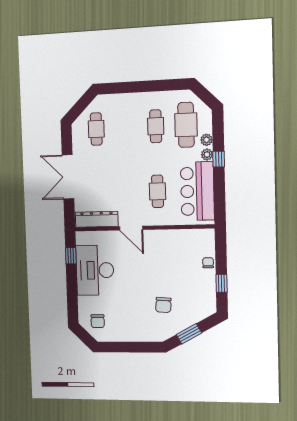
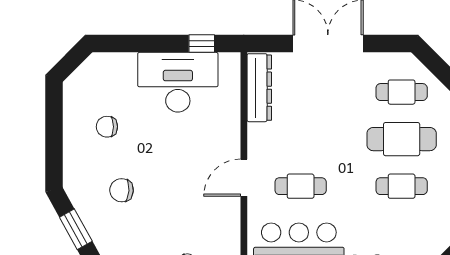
cafe table: (186, 125) -> (402, 139), moved
door: (131, 228) -> (244, 178), moved
chair: (98, 321) -> (107, 127), moved

